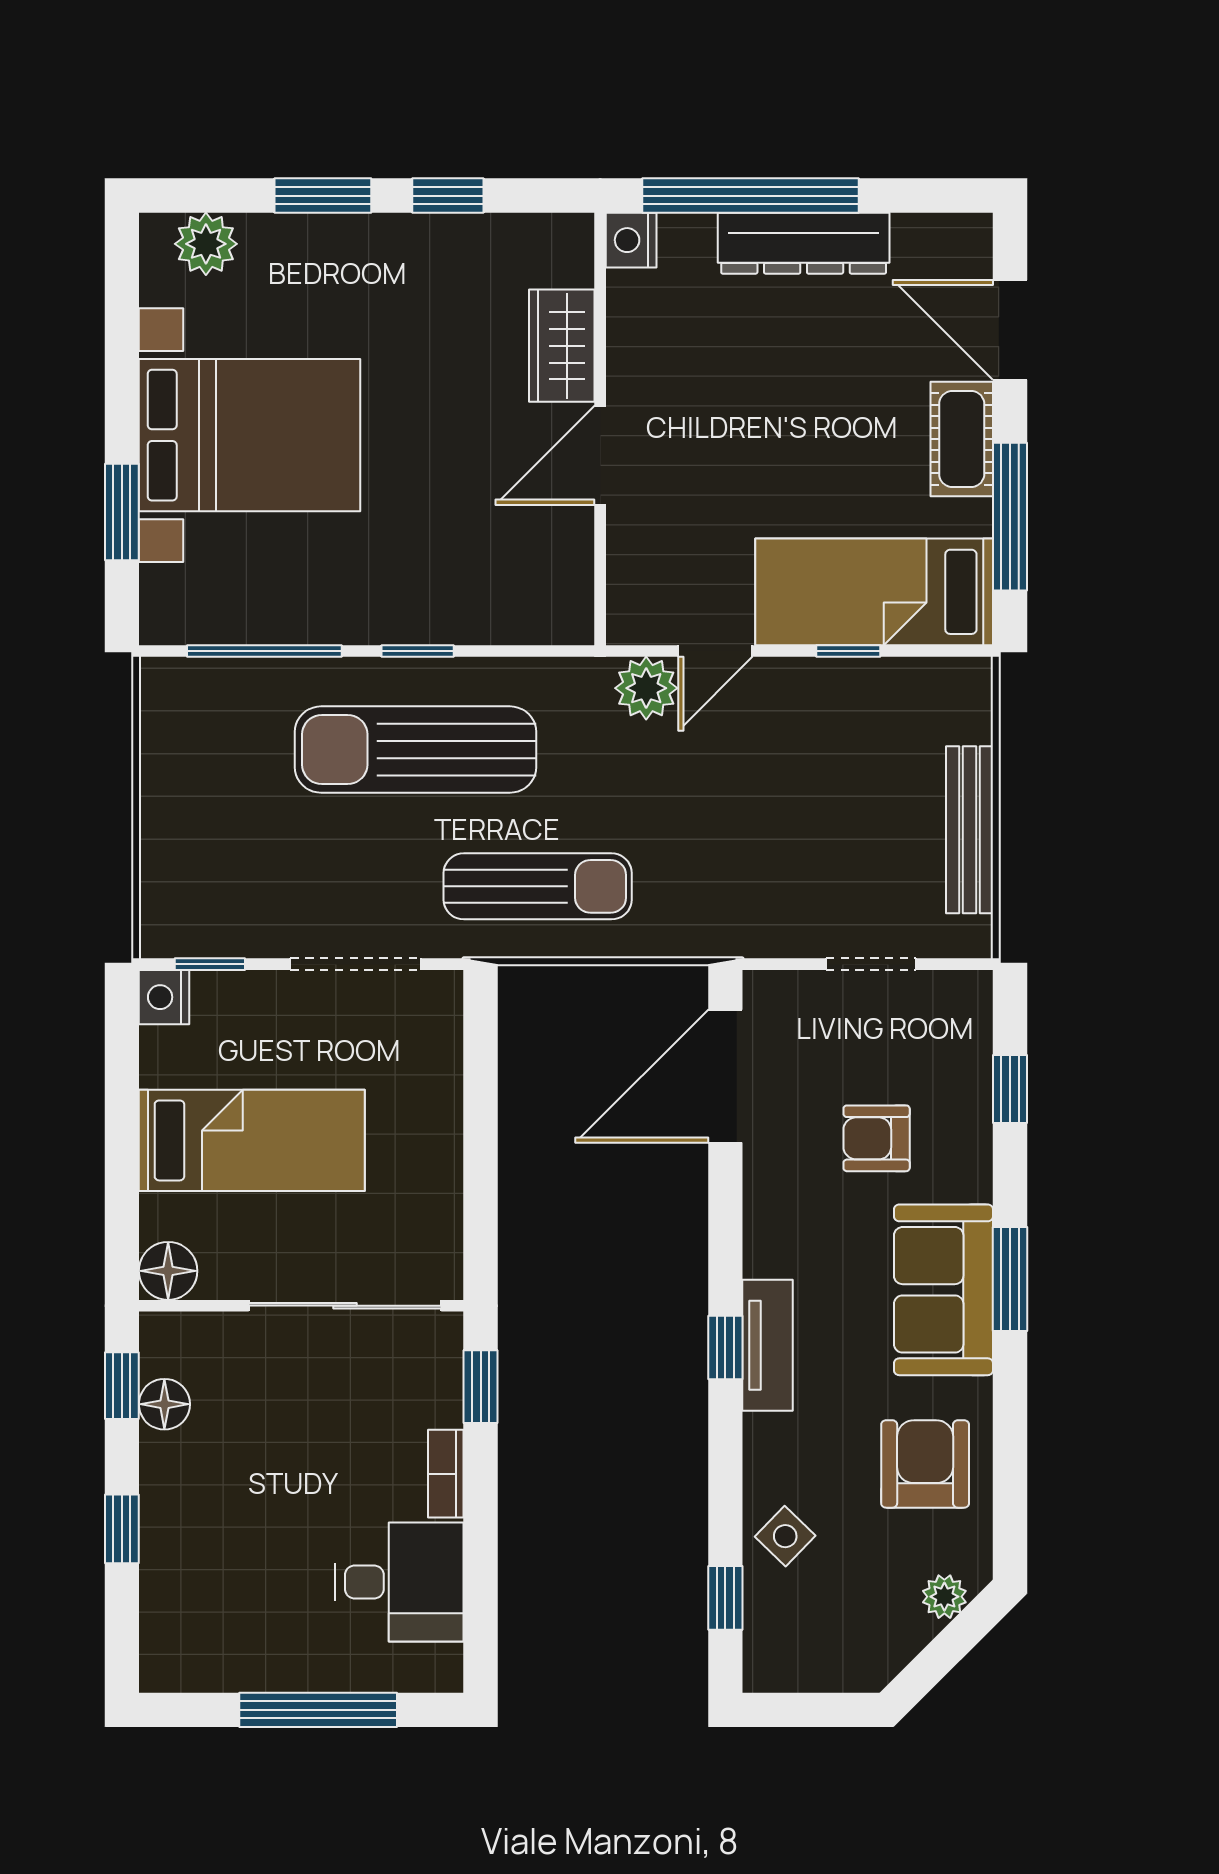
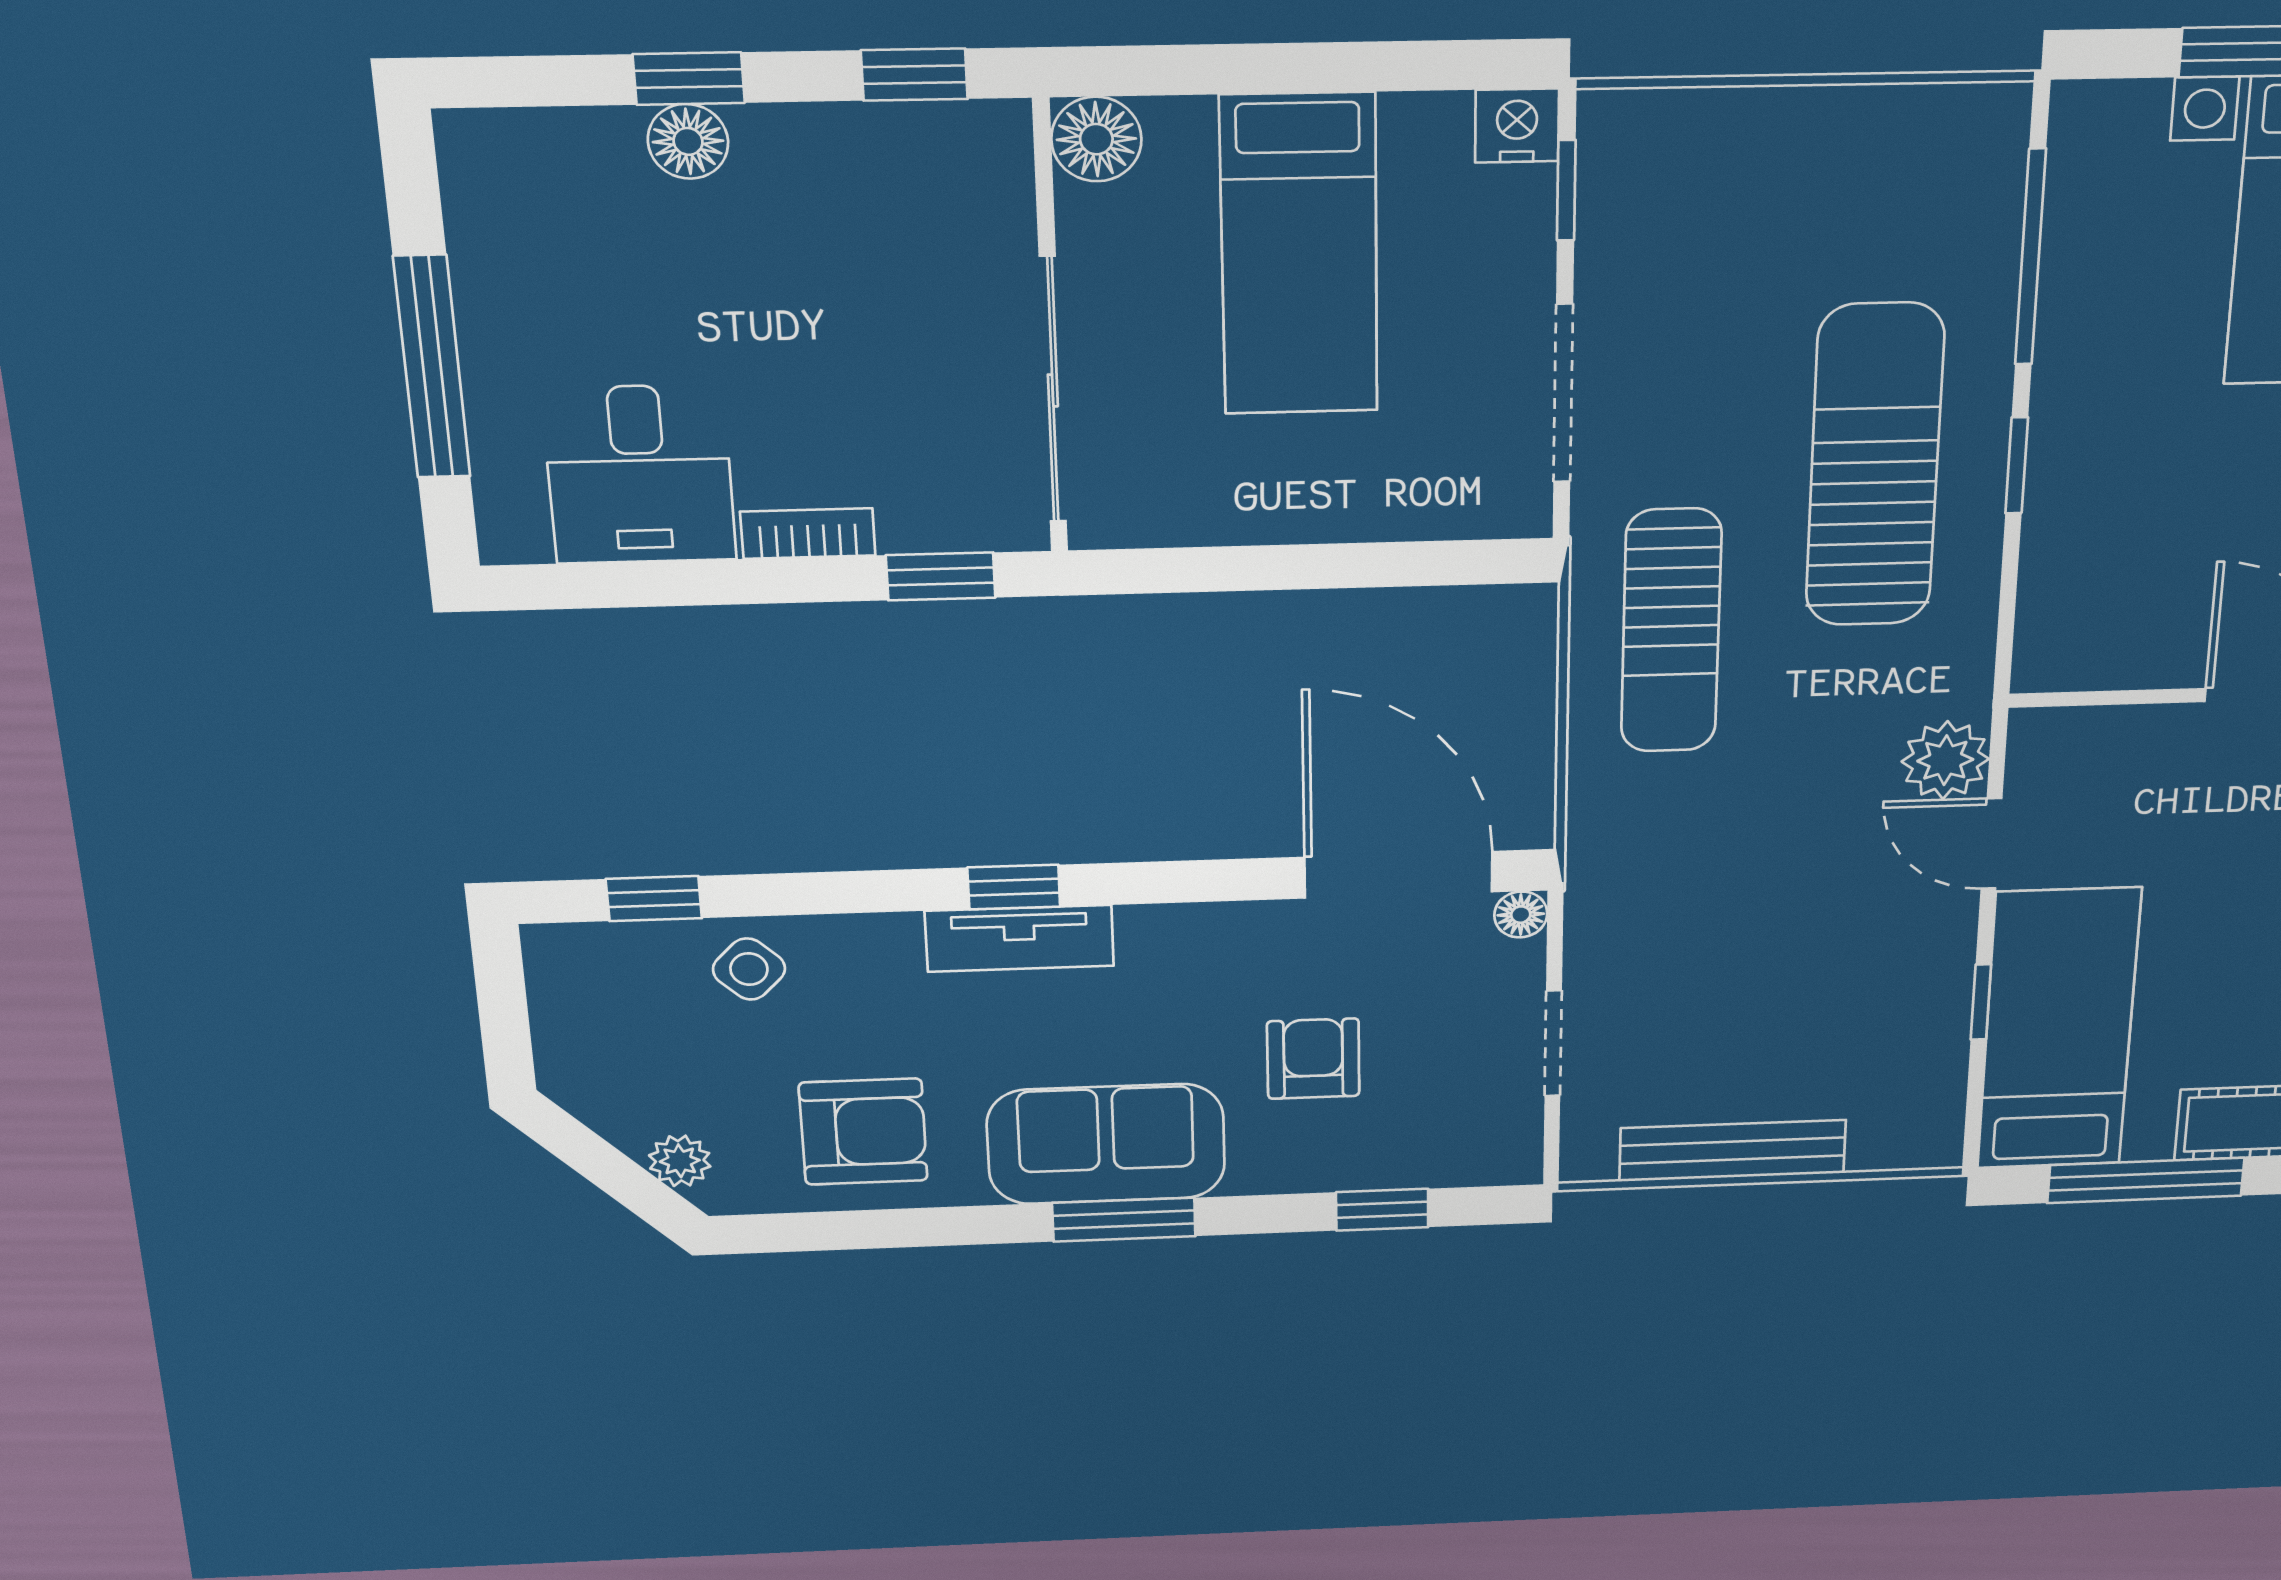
floor lamp: (761, 989) -> (1521, 915), added
floor lamp: (164, 1404) -> (688, 141), moved

